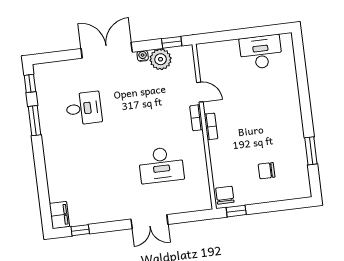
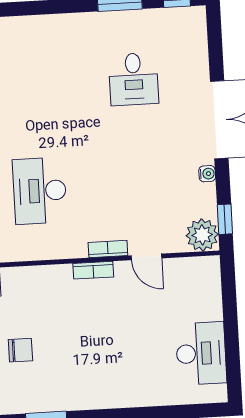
plant: (161, 59) -> (202, 235), moved
door: (200, 92) -> (146, 257), hinge flipped
chair: (267, 171) -> (20, 350), turned 90

